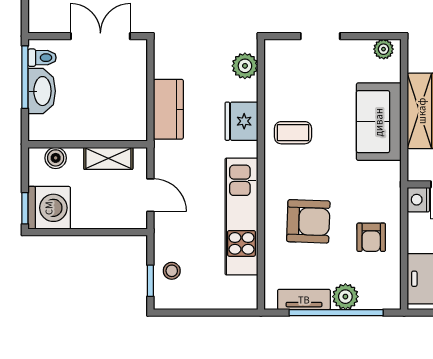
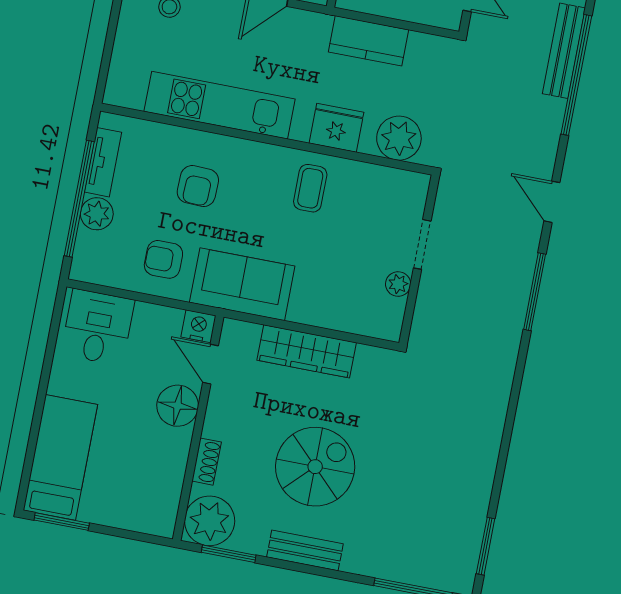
plant: (384, 49) -> (398, 284), moved
plant: (245, 66) -> (399, 138), width x1.36, depth x1.36
sofa: (379, 122) -> (242, 284), moved
armchair: (308, 221) -> (198, 186), width x0.72, depth x0.72

